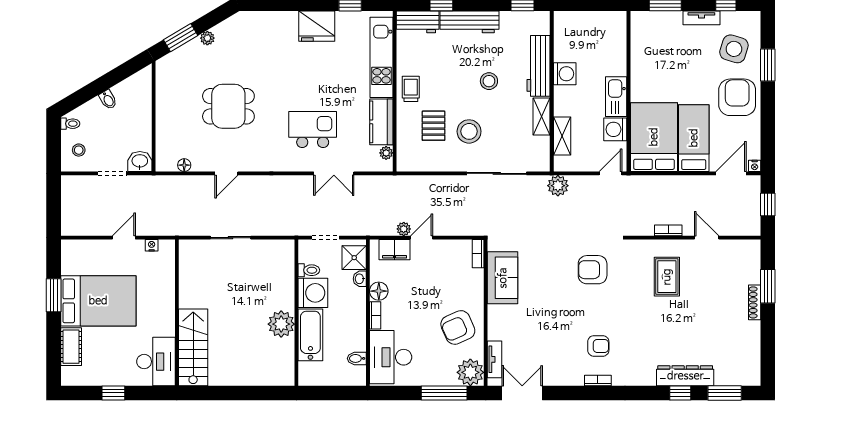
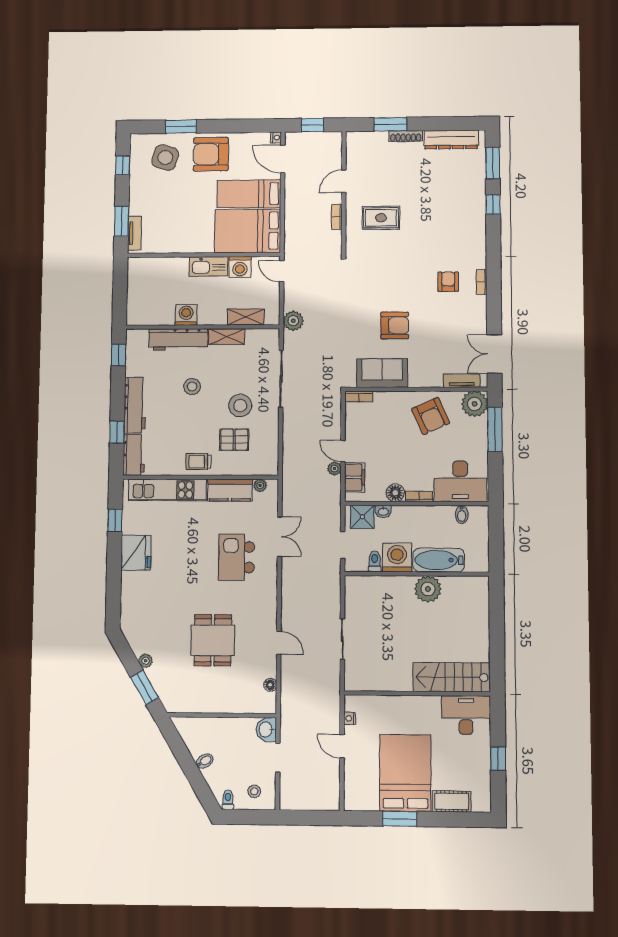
tv unit: (701, 18) -> (135, 233), moved
armchair: (593, 270) -> (395, 325), moved, turned -90
dresser: (685, 376) -> (451, 140), moved, turned -90

